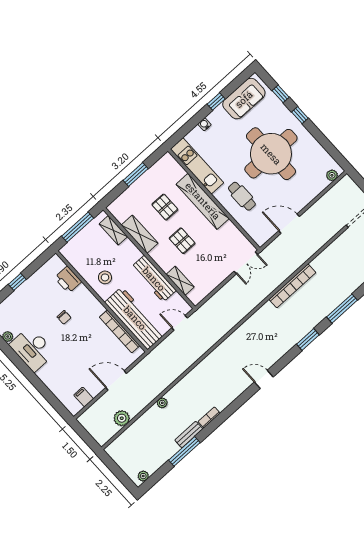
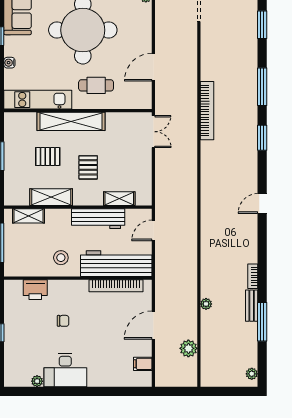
pallet: (182, 241) -> (88, 167), turned 90

